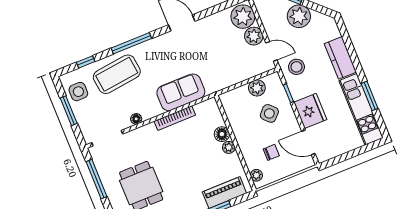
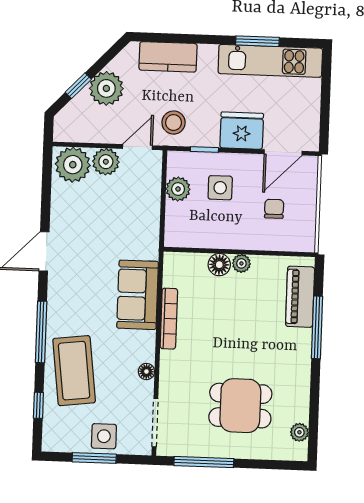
kitchen counter: (340, 58) -> (168, 57), moved
side table: (78, 92) -> (104, 436), moved
side table: (269, 113) -> (220, 188), turned 45
plant: (256, 175) -> (296, 243), removed

